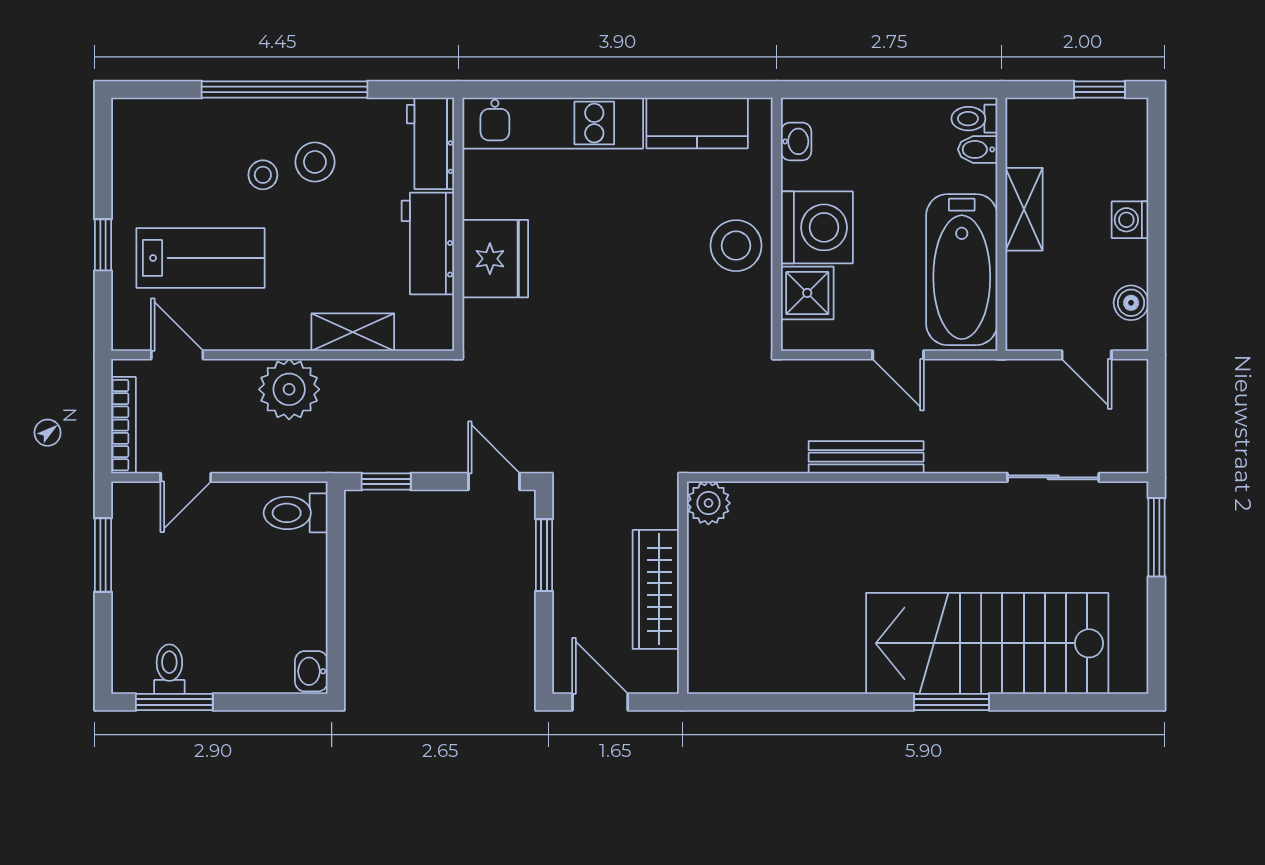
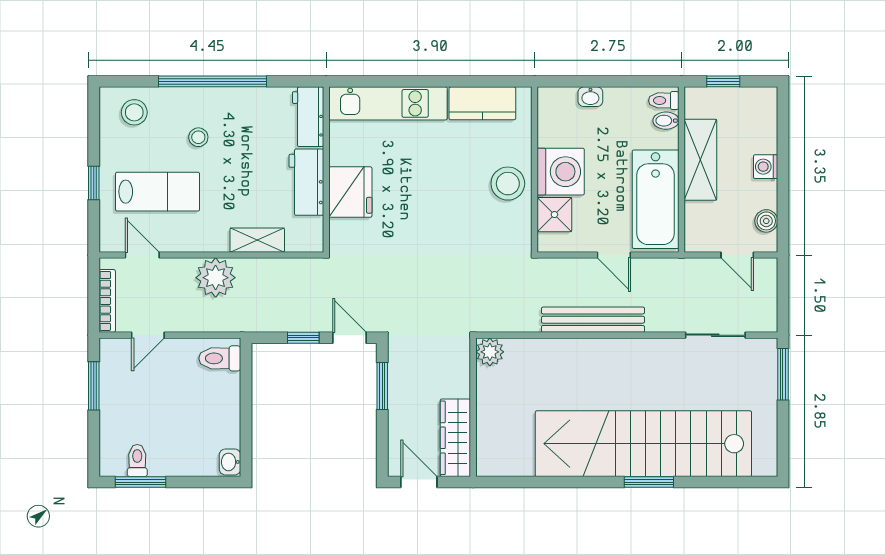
window: (1100, 89) -> (723, 81), moved
washbasin: (796, 141) -> (590, 97), moved, turned 90
stool: (315, 162) -> (134, 112), moved
shelving: (1024, 209) -> (700, 160), width x1.50, depth x1.33
bench: (866, 457) -> (593, 320), width x1.37, depth x1.21
window: (386, 481) -> (303, 338), moved
wardrobe: (656, 589) -> (455, 438), moved
stairs: (987, 643) -> (643, 444), width x1.36

